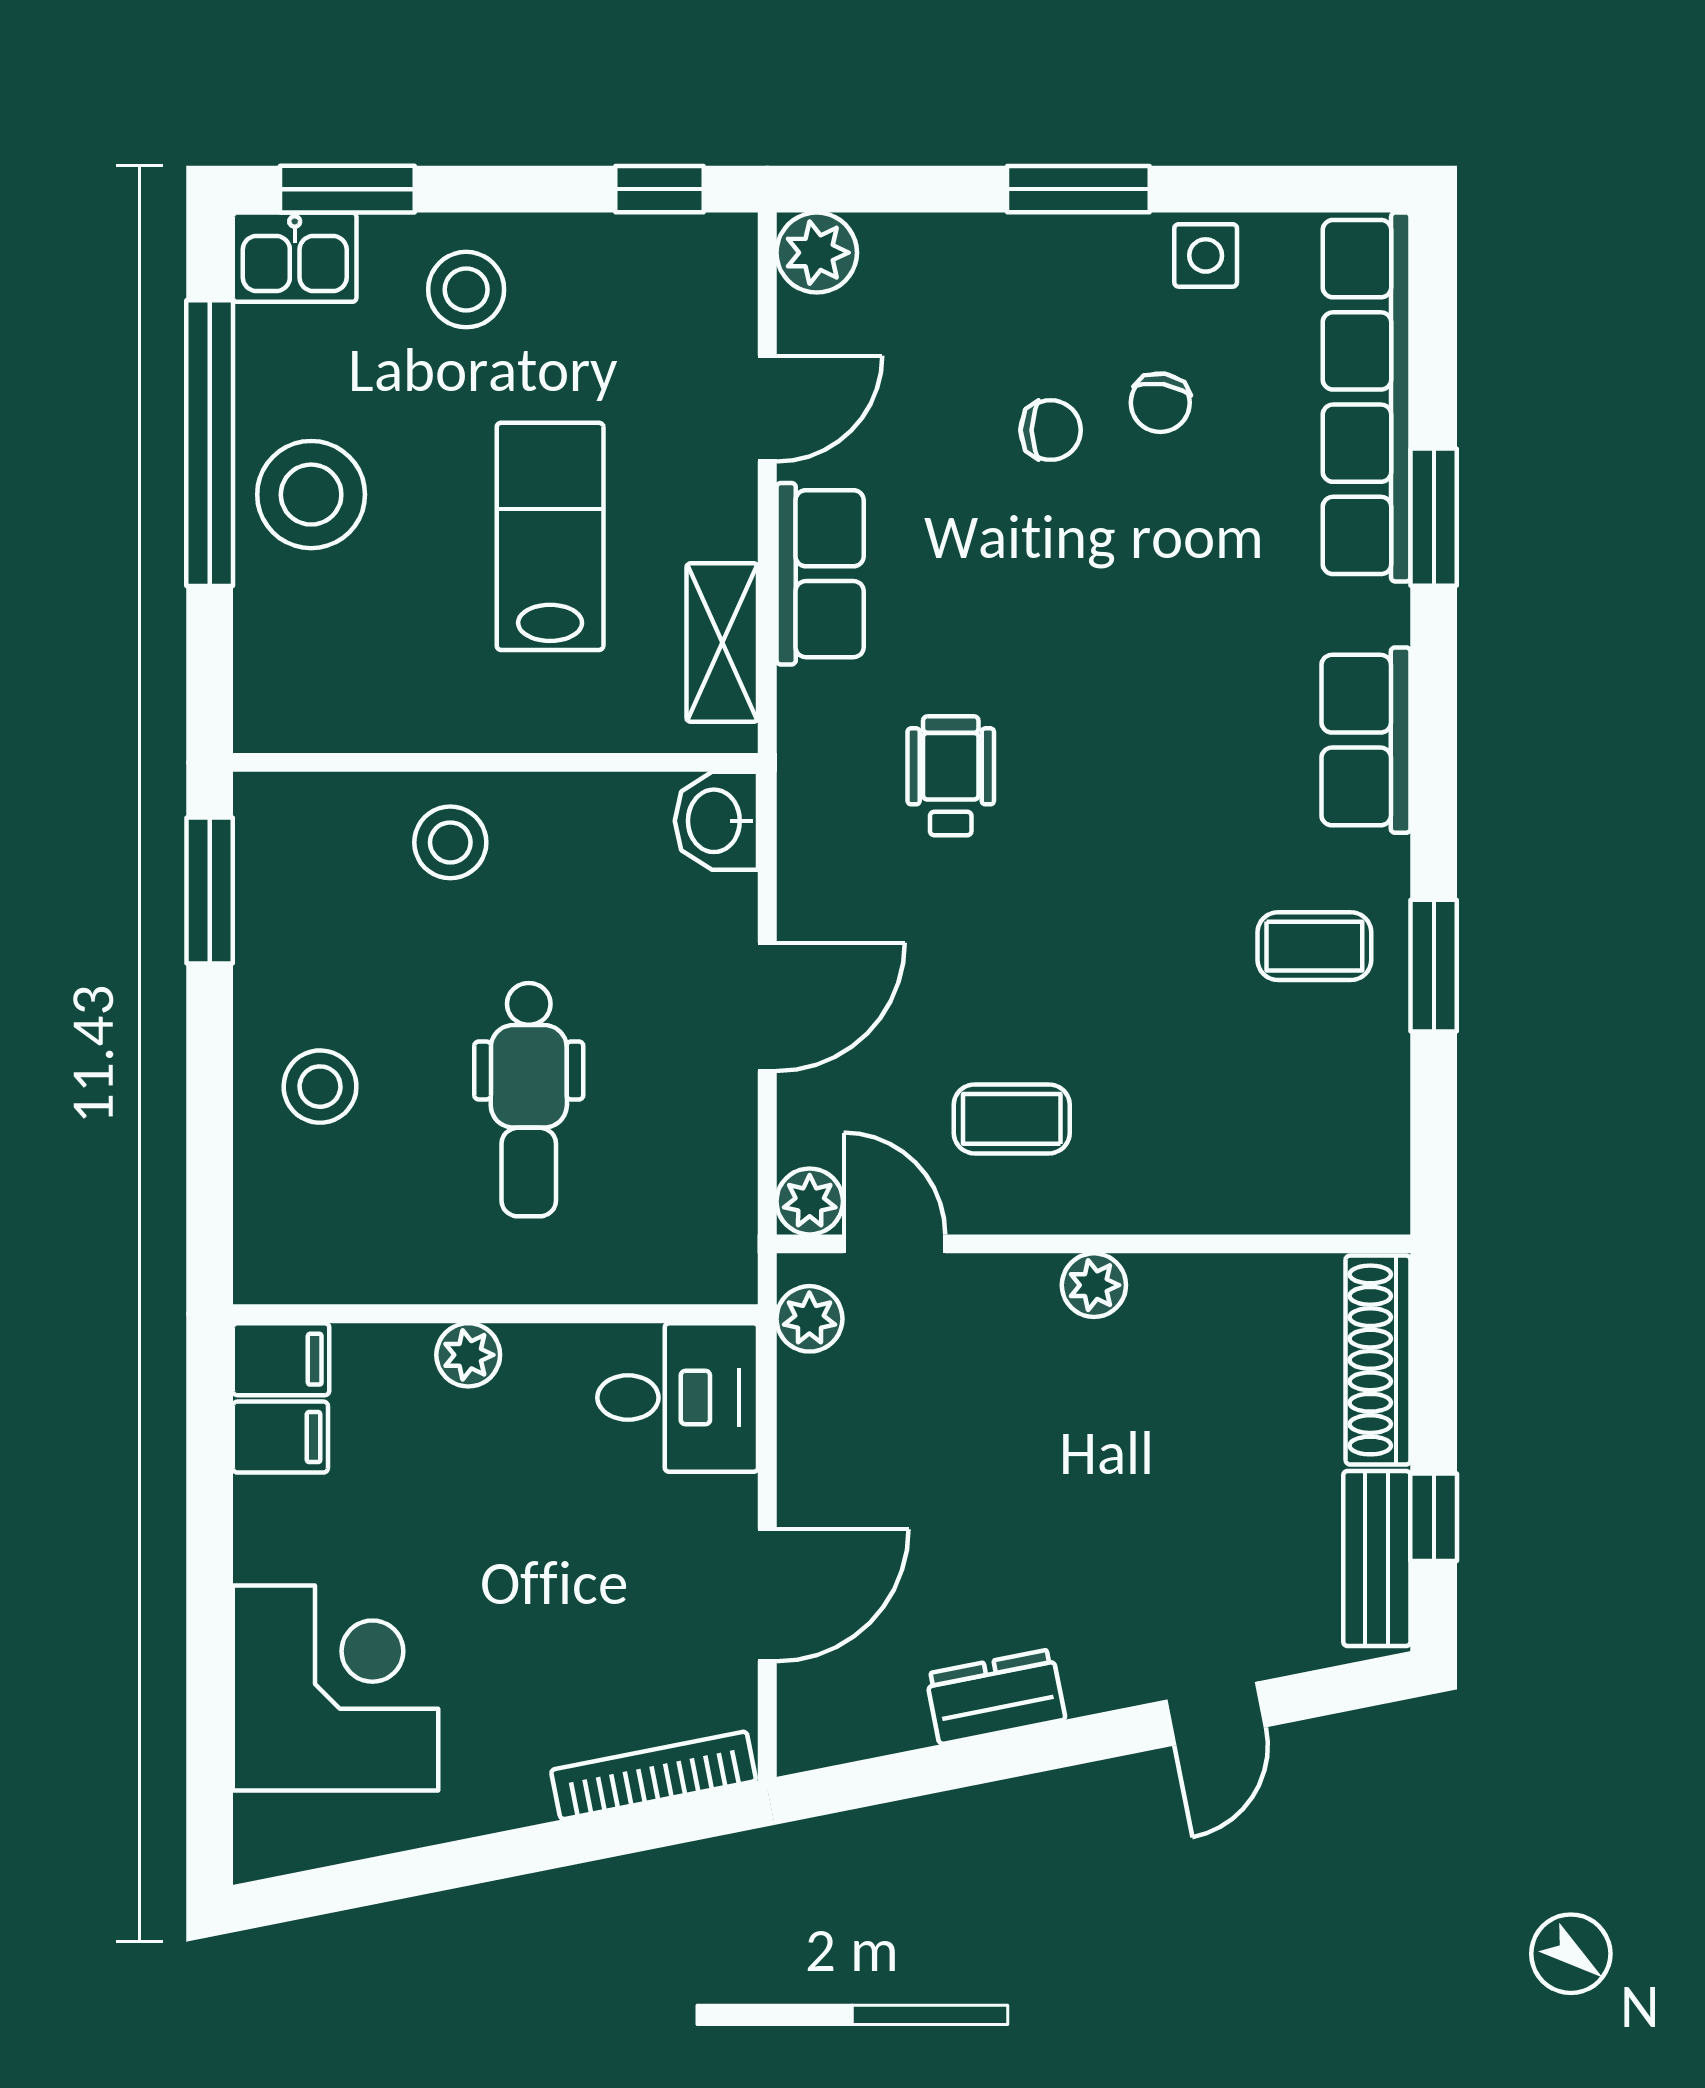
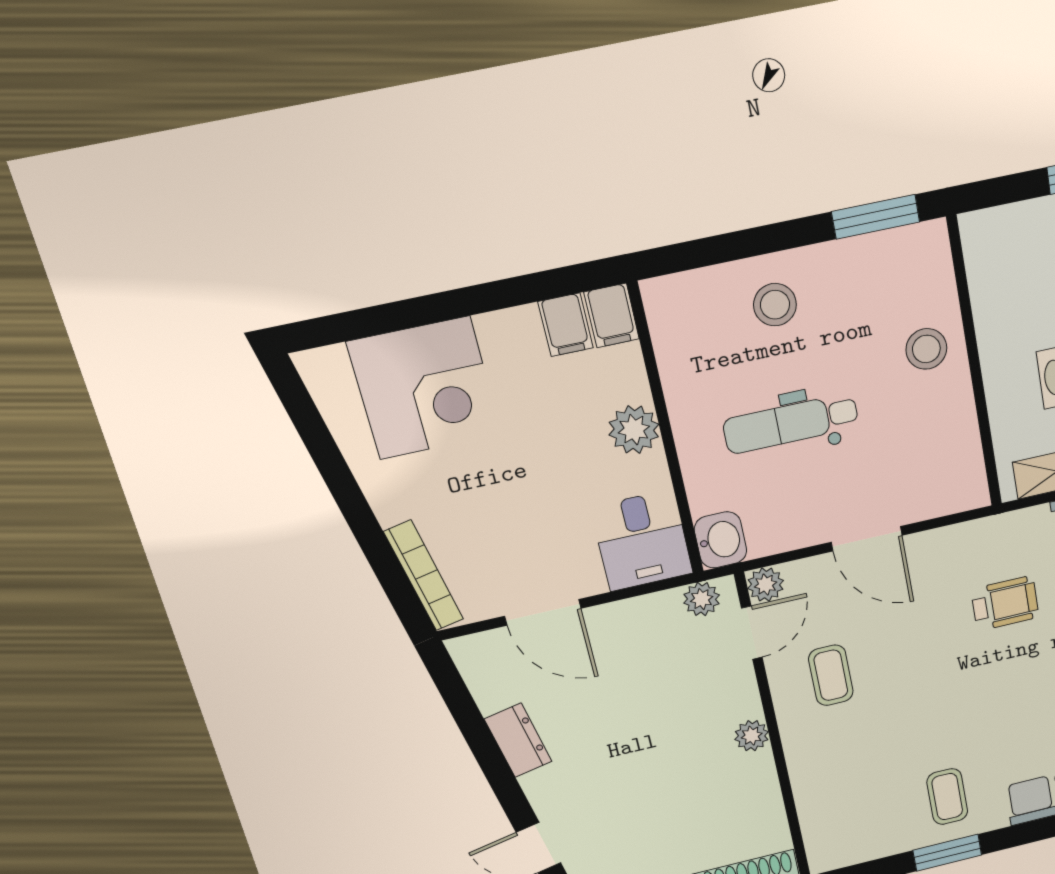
washbasin: (716, 821) -> (721, 540), moved, turned 90
plant: (468, 1355) -> (634, 430), width x1.38, depth x1.38

